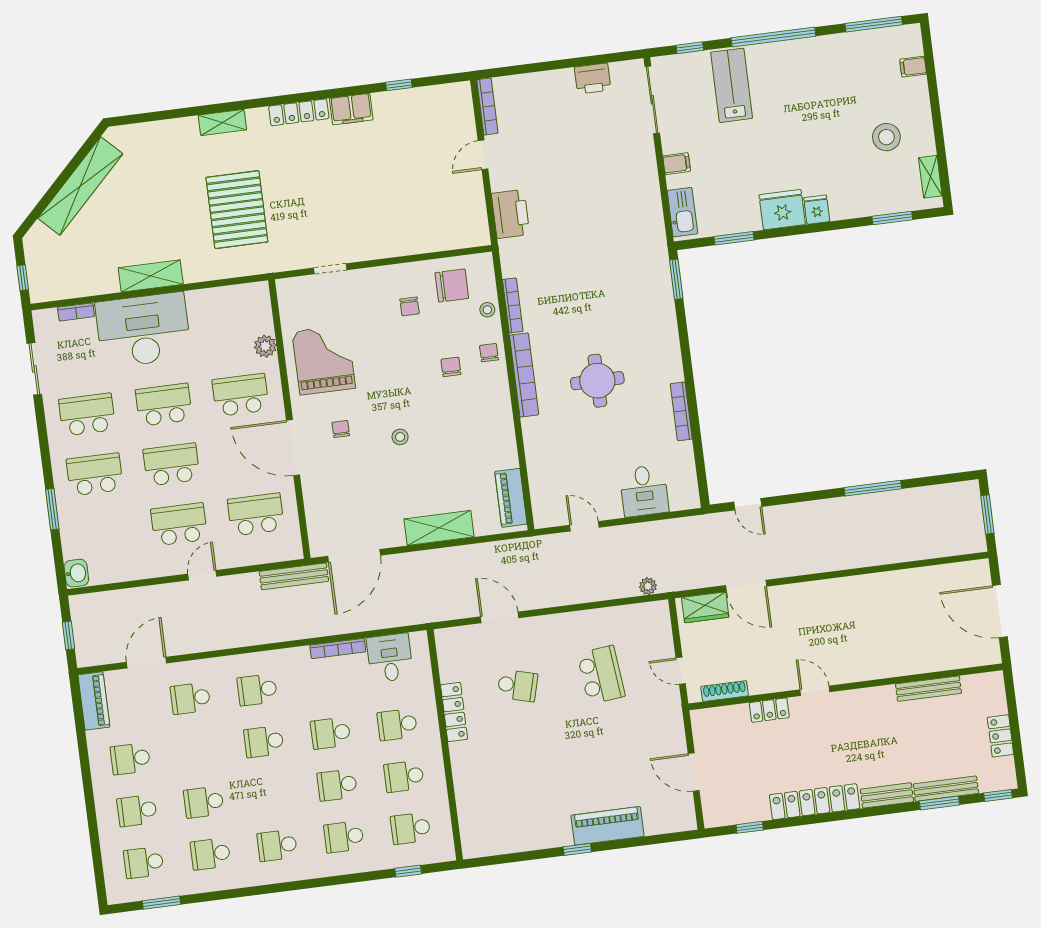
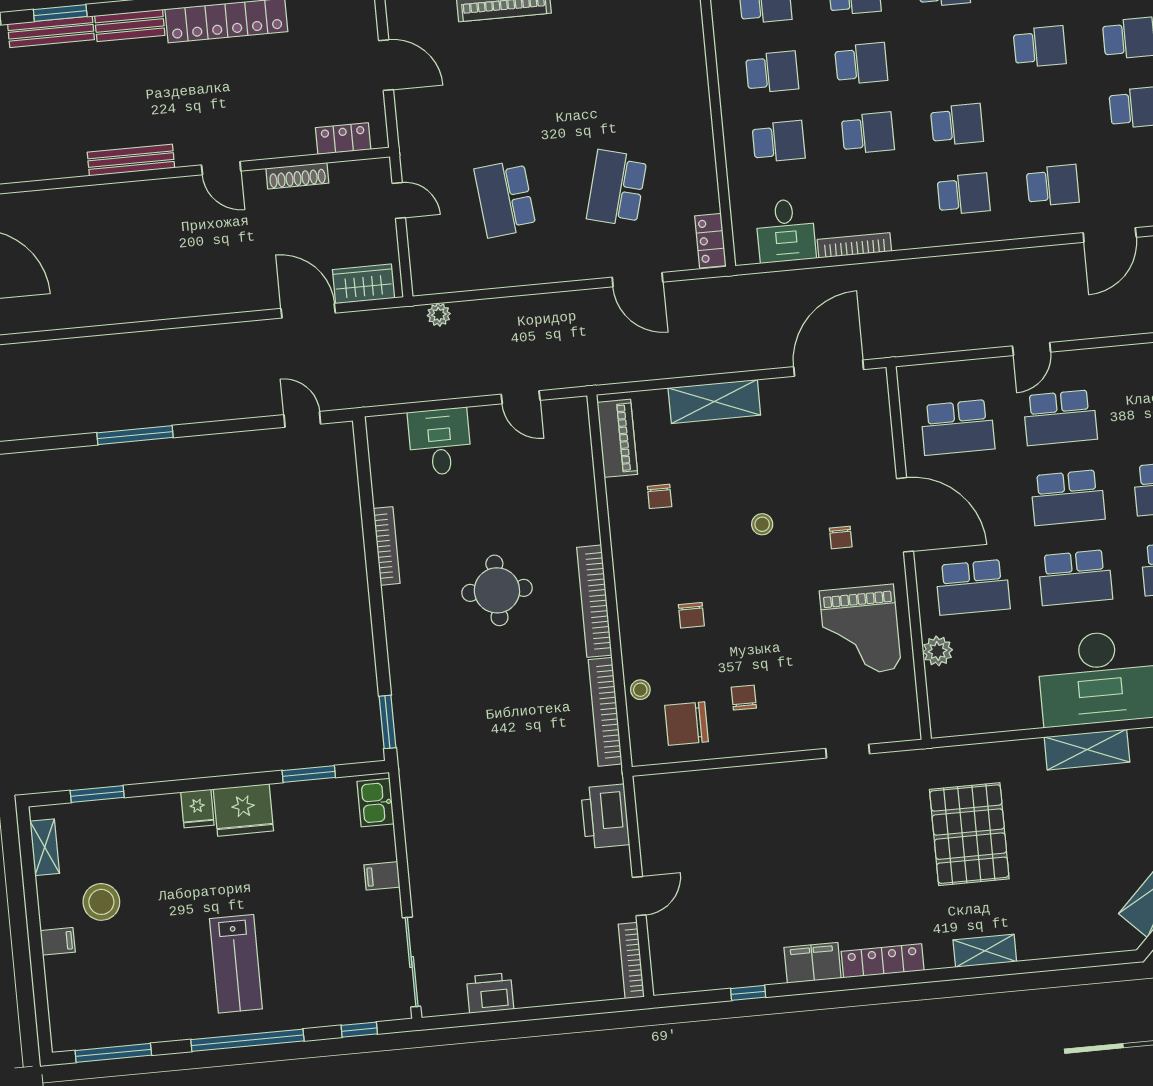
filing cabinet: (913, 67) -> (58, 941), moved
lab bench: (732, 85) -> (236, 964), moved
kitchen sink: (682, 212) -> (375, 803), width x0.73
bookcase: (513, 305) -> (605, 712), width x1.48, depth x1.31
chair: (489, 353) -> (660, 496), moved
bench: (294, 576) -> (910, 343), removed
school desk: (517, 686) -> (617, 188), width x1.85
bench: (928, 689) -> (131, 160), moved
shoe rack: (725, 691) -> (297, 176), moved
locker: (769, 710) -> (343, 139), moved
locker: (454, 712) -> (710, 241), moved, width x0.66

